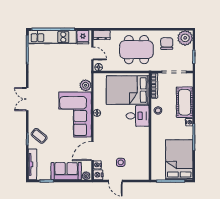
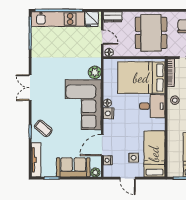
dining table: (136, 50) -> (151, 33), turned 90
bed: (140, 159) -> (154, 154), added
nightstand: (98, 175) -> (109, 113), moved

